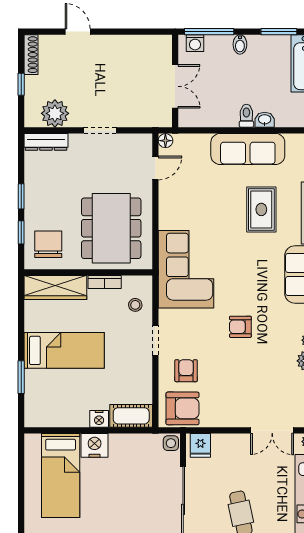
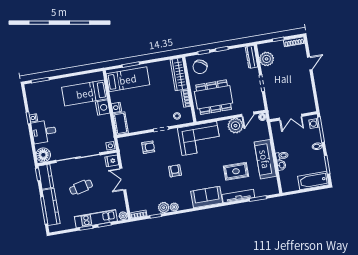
door: (155, 168) -> (248, 114), hinge flipped
plant: (173, 195) -> (235, 126), added
chair: (48, 244) -> (200, 67), turned 121
bed: (64, 350) -> (128, 79), moved, turned -90
armchair: (183, 408) -> (129, 149), removed
double door: (272, 430) -> (123, 179), moved

